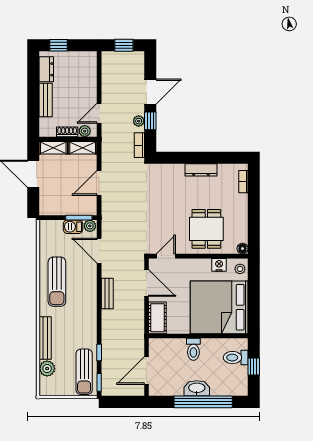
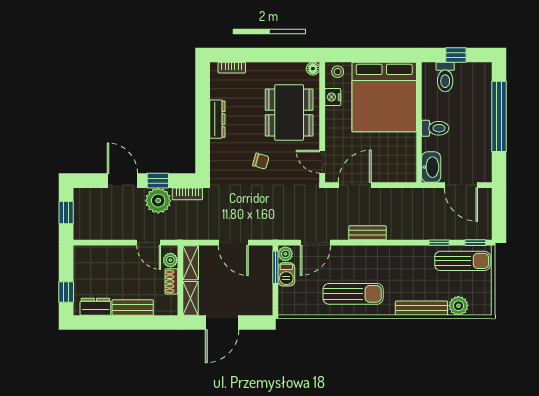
plant: (139, 121) -> (158, 201), width x1.88, depth x1.88
chair: (166, 206) -> (261, 161), added
dining table: (206, 229) -> (289, 113), width x1.38
cot: (157, 318) -> (397, 172), removed
washbasin: (197, 388) -> (431, 167), moved, turned 180

